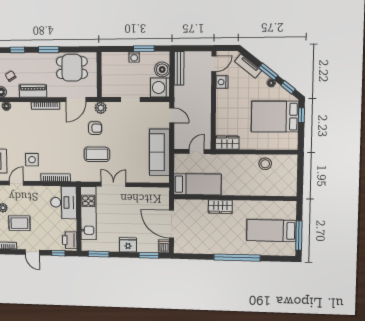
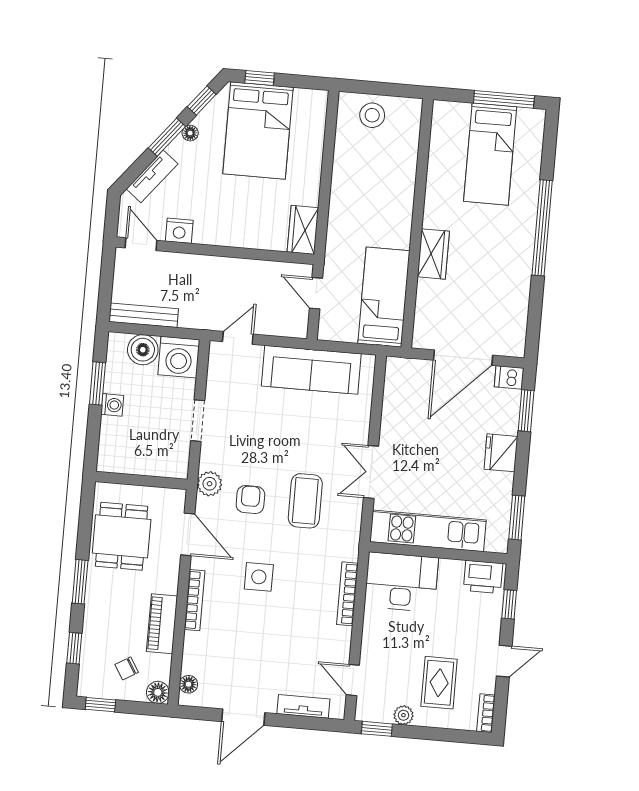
side table: (32, 160) -> (259, 577), moved
stool: (265, 164) -> (372, 115), moved

